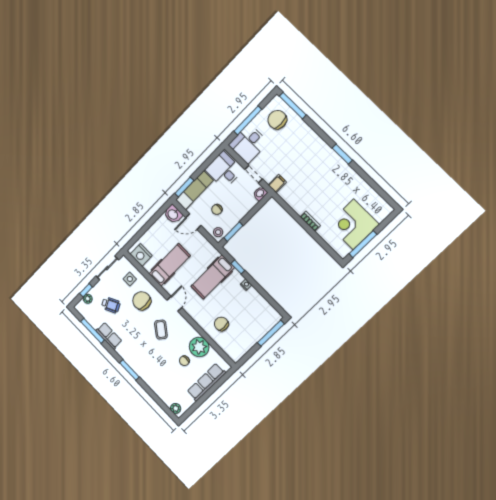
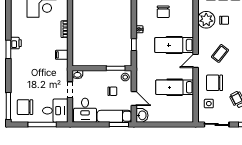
chair: (277, 120) -> (25, 107), turned 90
printer: (341, 166) -> (16, 43), added
filing cabinet: (277, 183) -> (62, 55), moved
nightstand: (141, 255) -> (187, 111), removed
hospital bed: (213, 277) -> (174, 45), moved, turned 180
chair: (142, 301) -> (215, 83), turned 90
chair: (221, 324) -> (163, 12), moved

